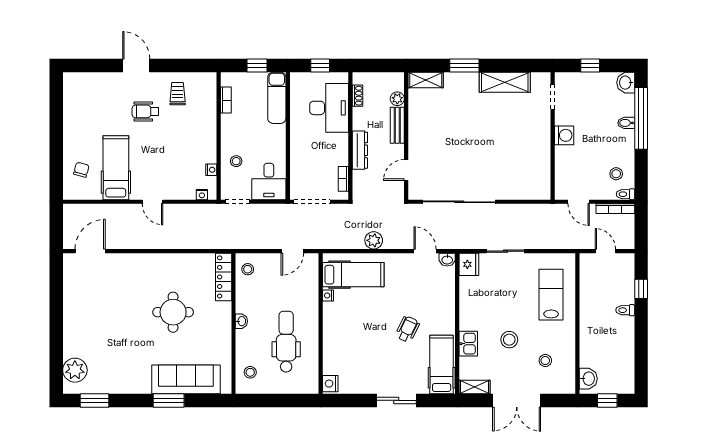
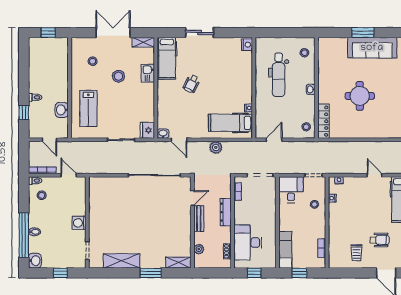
bench: (397, 125) -> (199, 219), moved
sofa: (186, 379) -> (372, 48), moved
washbasin: (588, 379) -> (62, 110), moved

